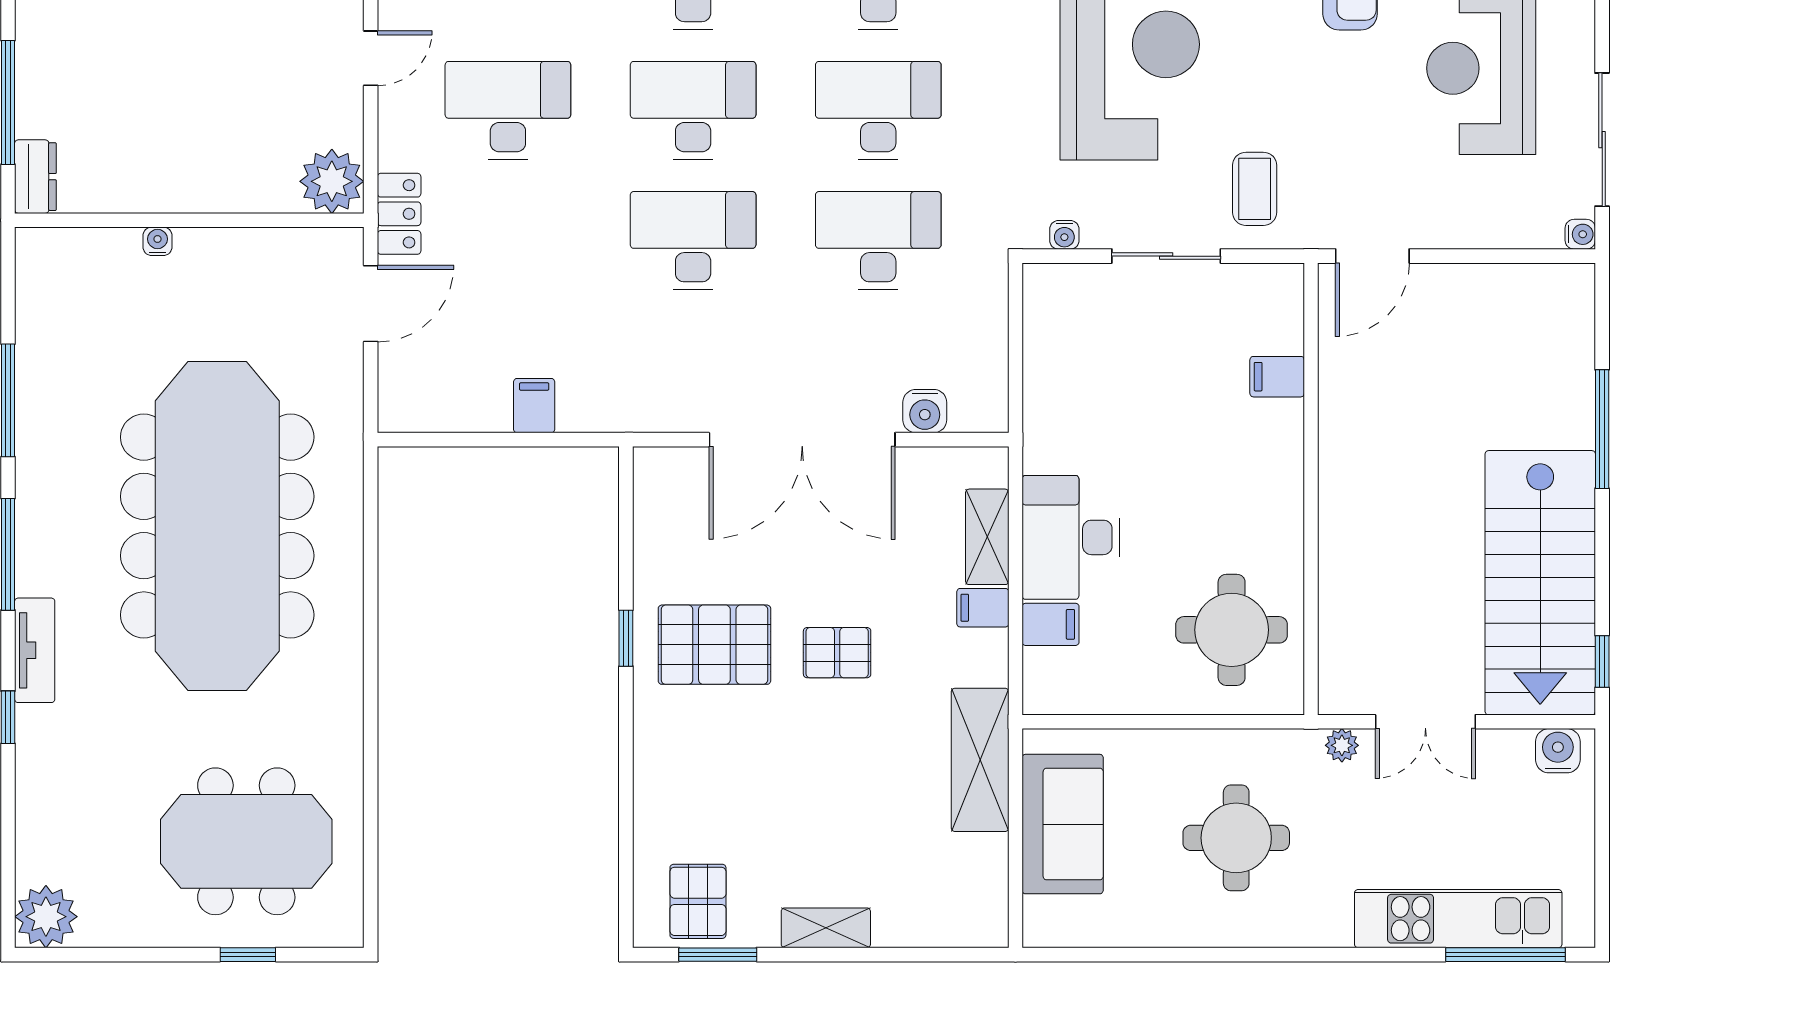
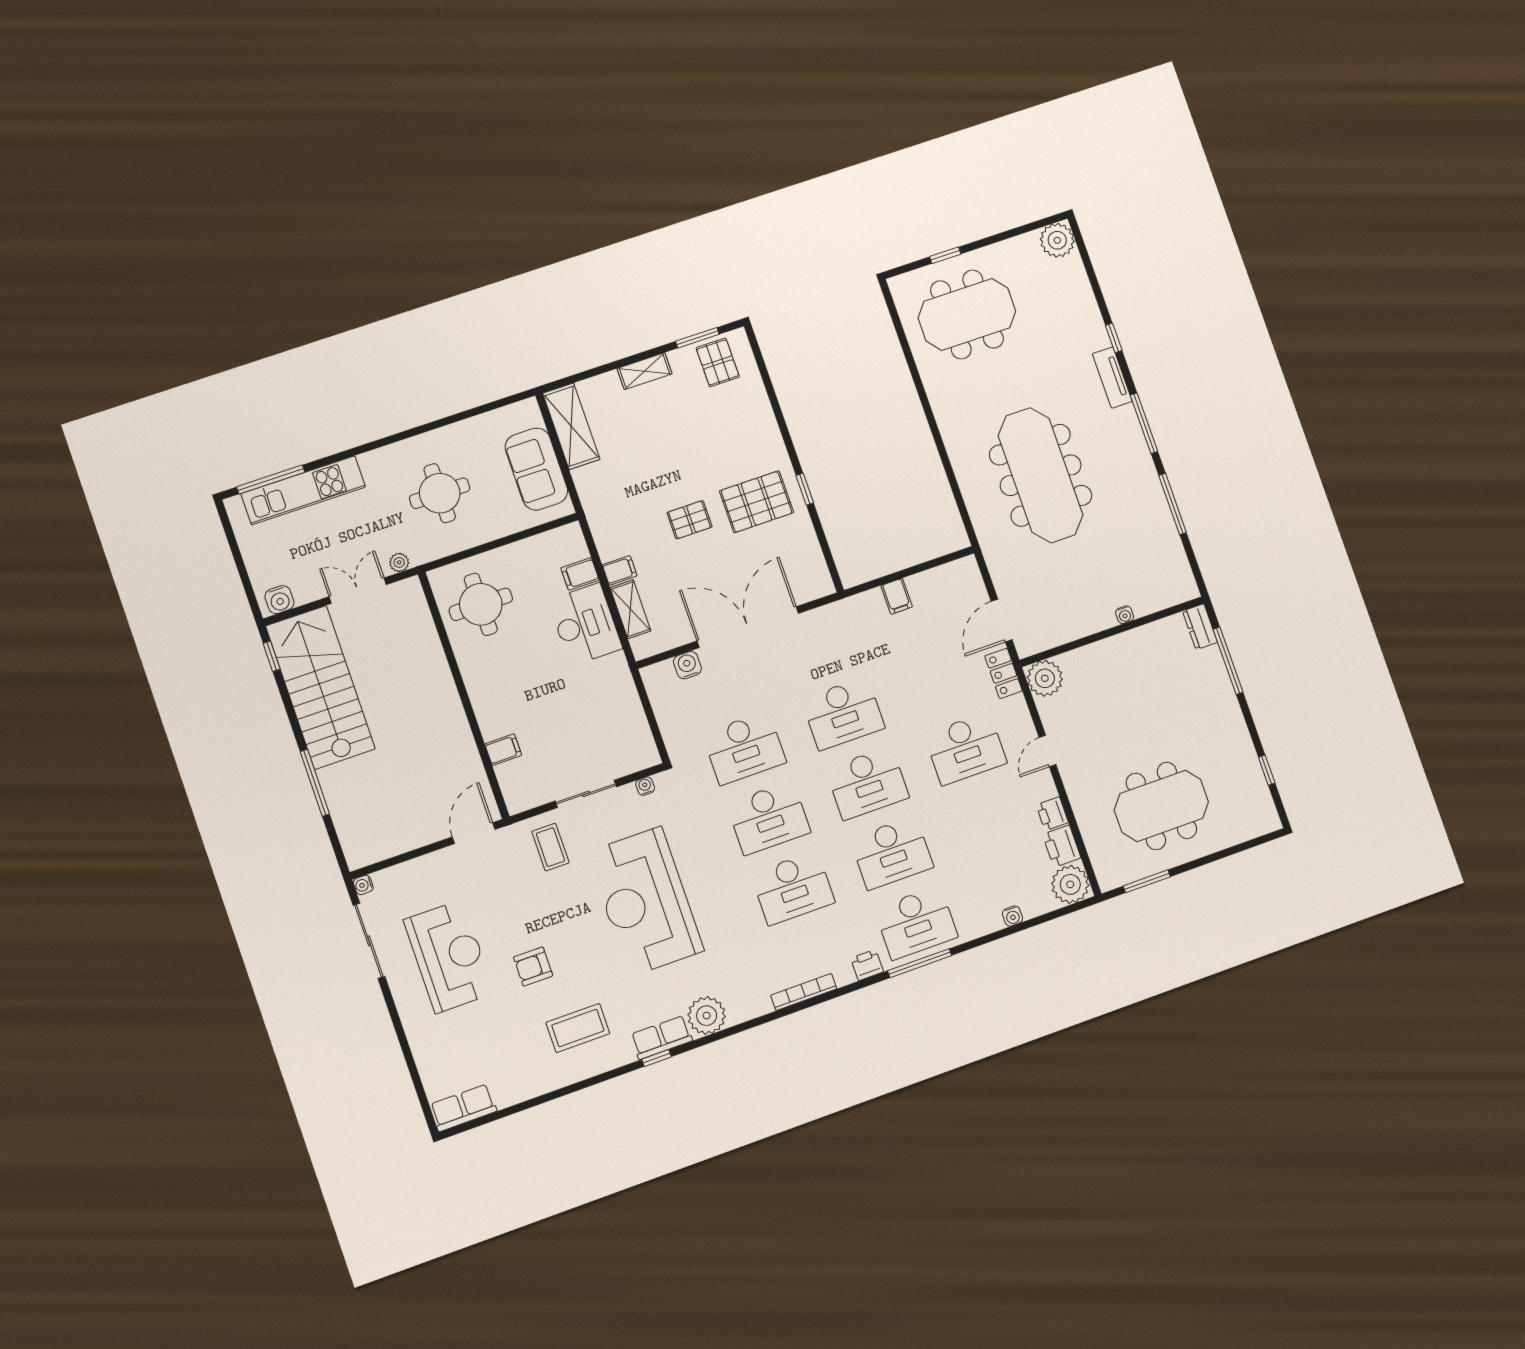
meeting table: (217, 526) -> (1041, 475), width x0.73, depth x0.79
shelving: (980, 760) -> (571, 426), moved

